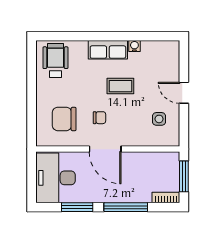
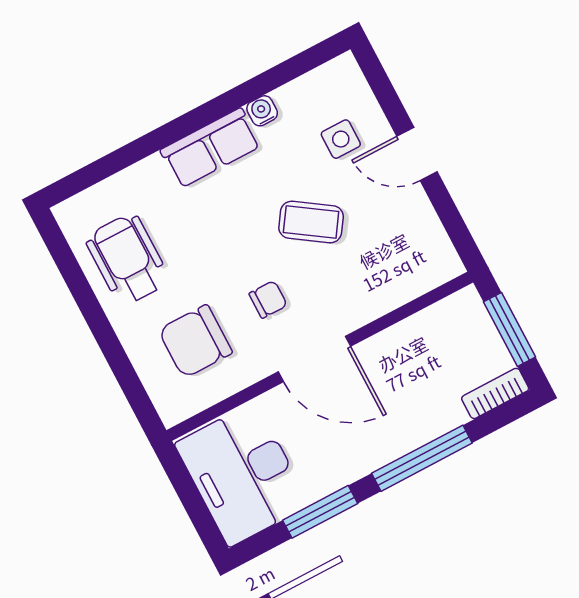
wheelchair: (55, 60) -> (127, 259), moved
coffee table: (120, 86) -> (311, 222), moved, turned 34
side table: (159, 119) -> (341, 139), moved

